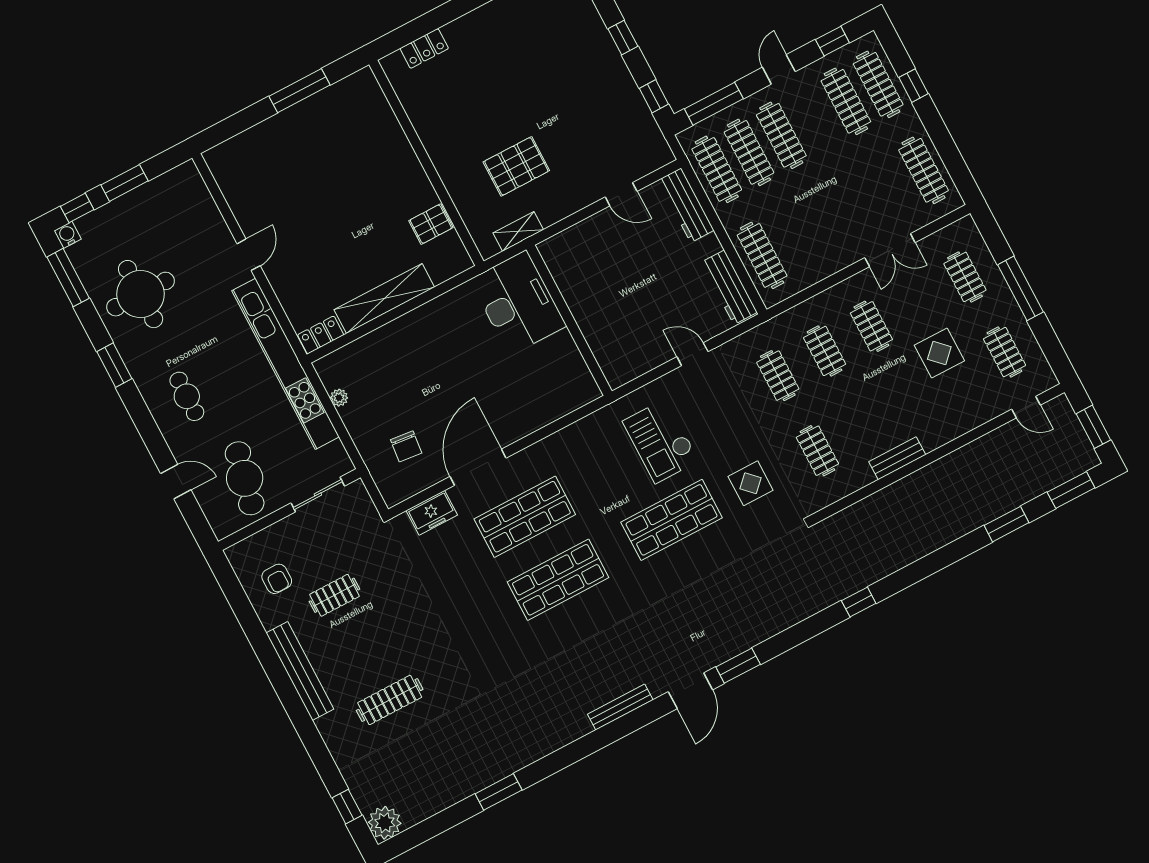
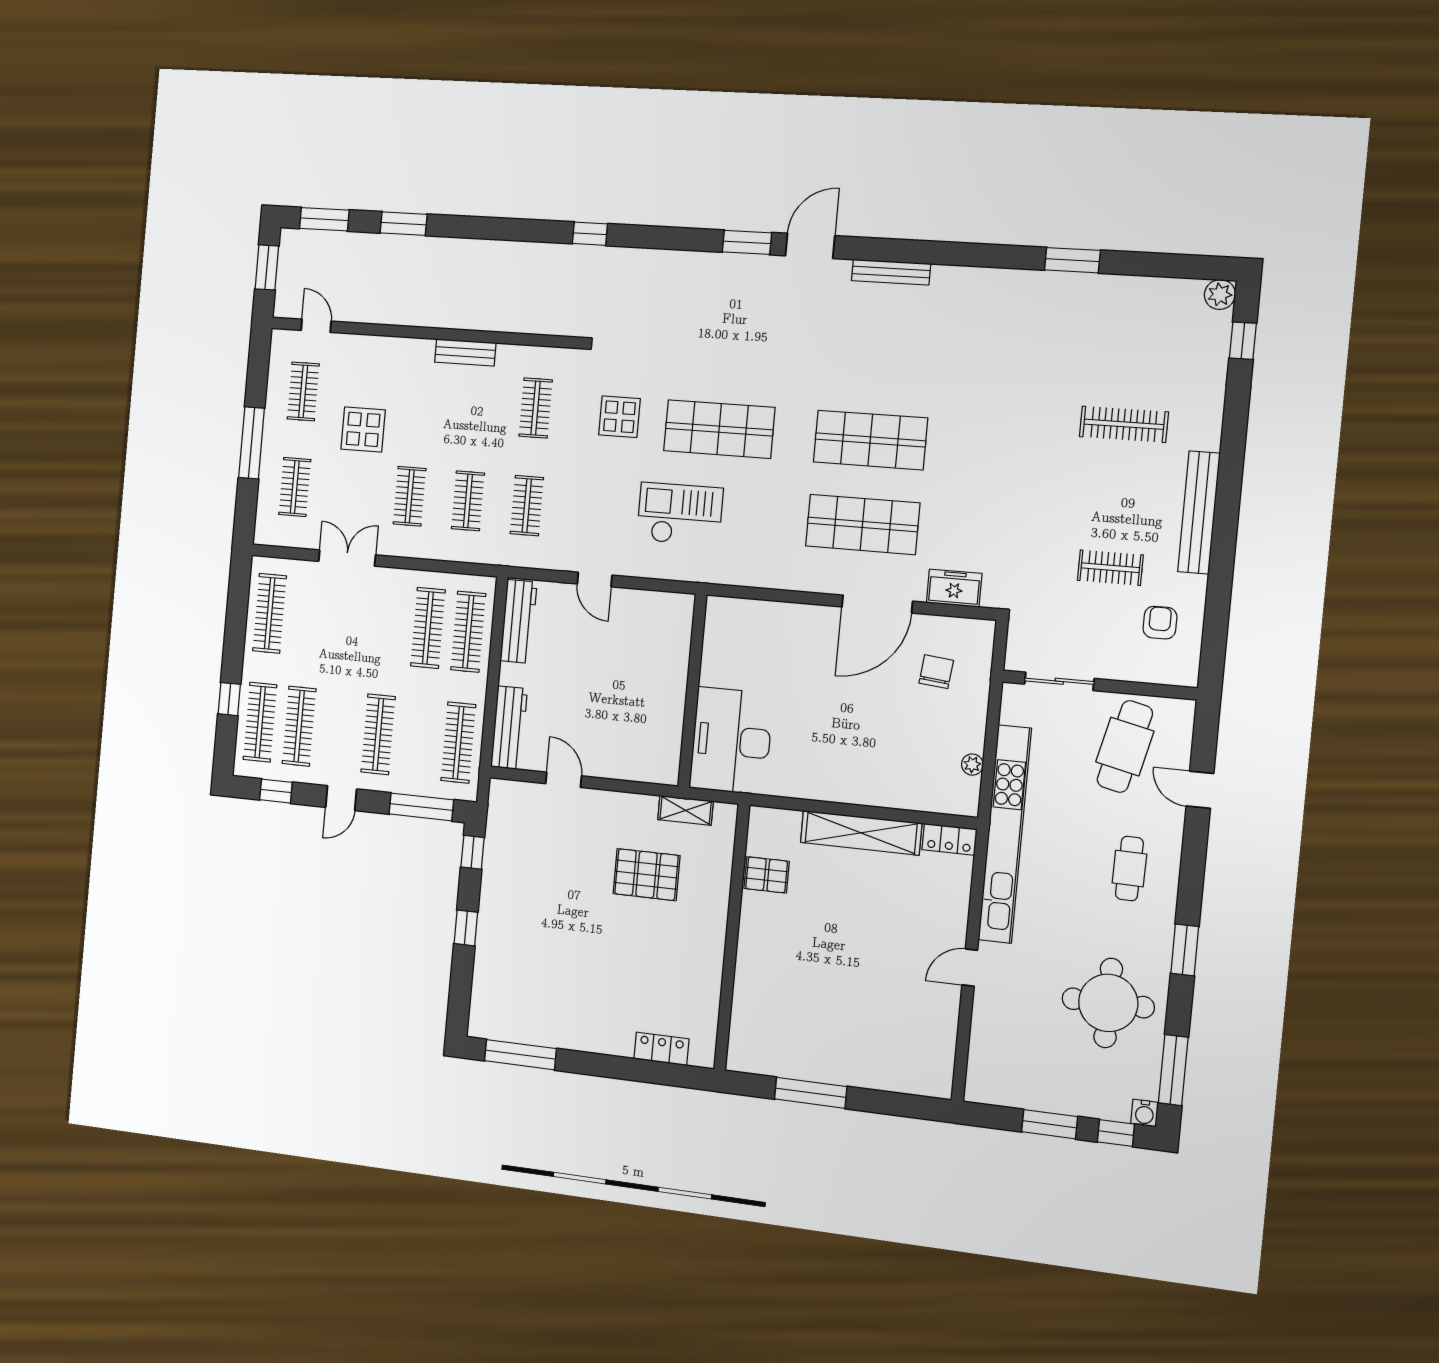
clothes rail: (749, 152) -> (428, 628), moved
checkout: (661, 441) -> (680, 514), turned -90
plant: (385, 823) -> (1220, 295), width x0.73, depth x0.73

